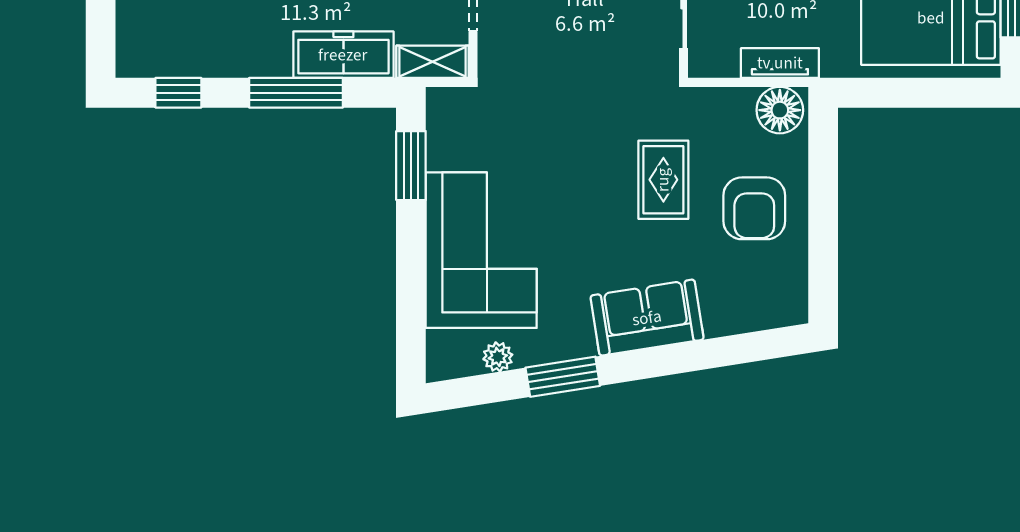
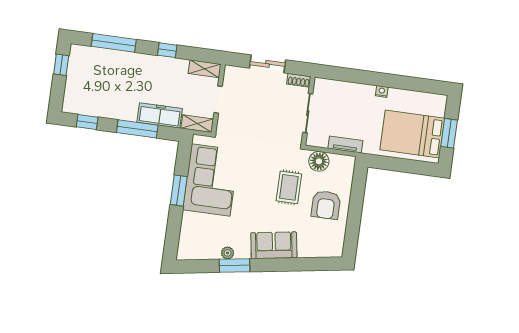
floor lamp: (780, 110) -> (319, 161), moved
window: (411, 166) -> (179, 190), moved
corner sofa: (481, 250) -> (211, 180), moved
plant: (498, 357) -> (228, 253), moved

